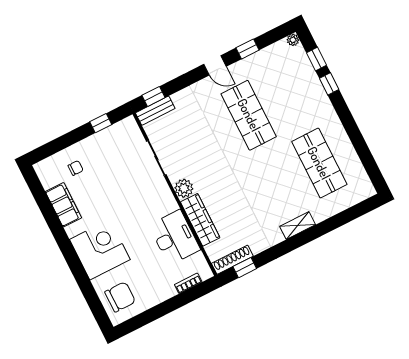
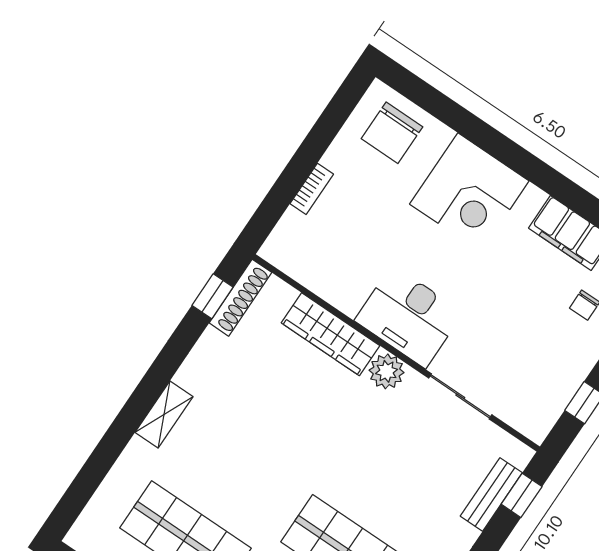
bench: (155, 111) -> (491, 494), moved
desk: (175, 237) -> (409, 317), moved
bookcase: (188, 283) -> (312, 189), moved

